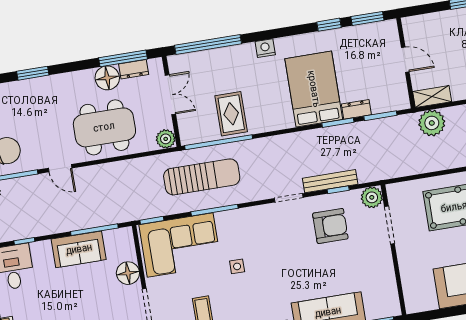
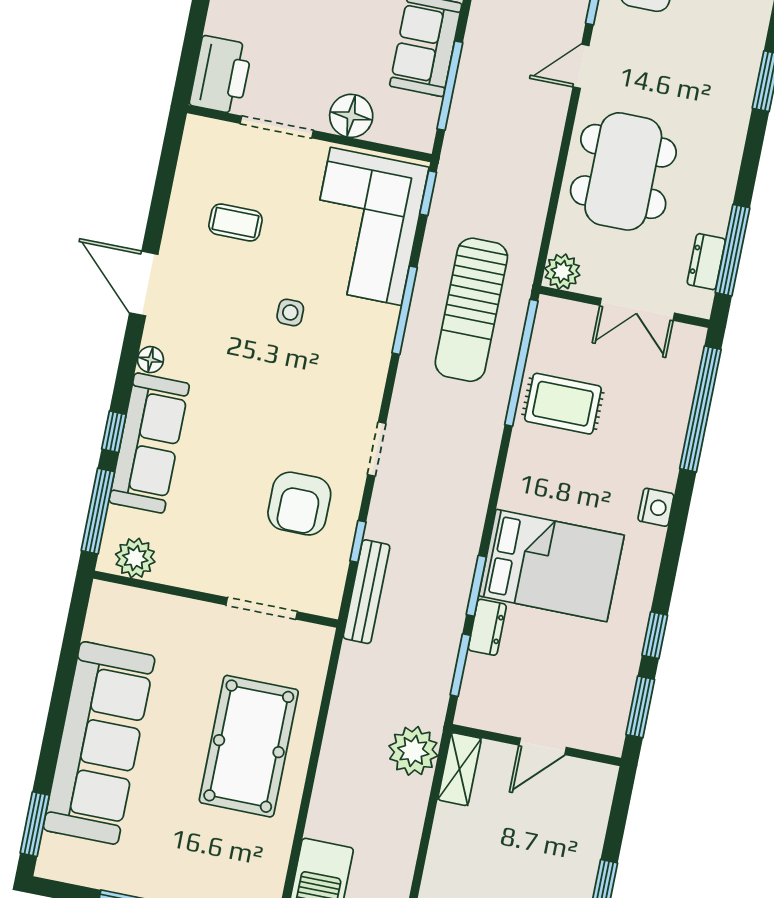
floor lamp: (107, 78) -> (709, 209), removed
bench: (330, 181) -> (367, 592), moved
plant: (372, 197) -> (135, 558), moved

